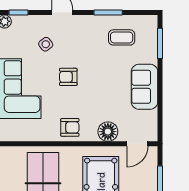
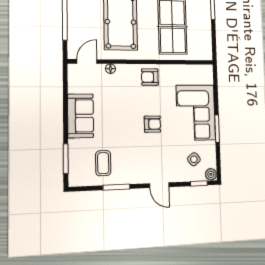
coffee table: (122, 37) -> (103, 163), turned 90
side table: (46, 44) -> (194, 159), moved
floor lamp: (108, 132) -> (110, 69), width x0.53, depth x0.53

